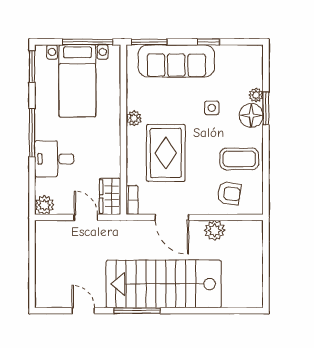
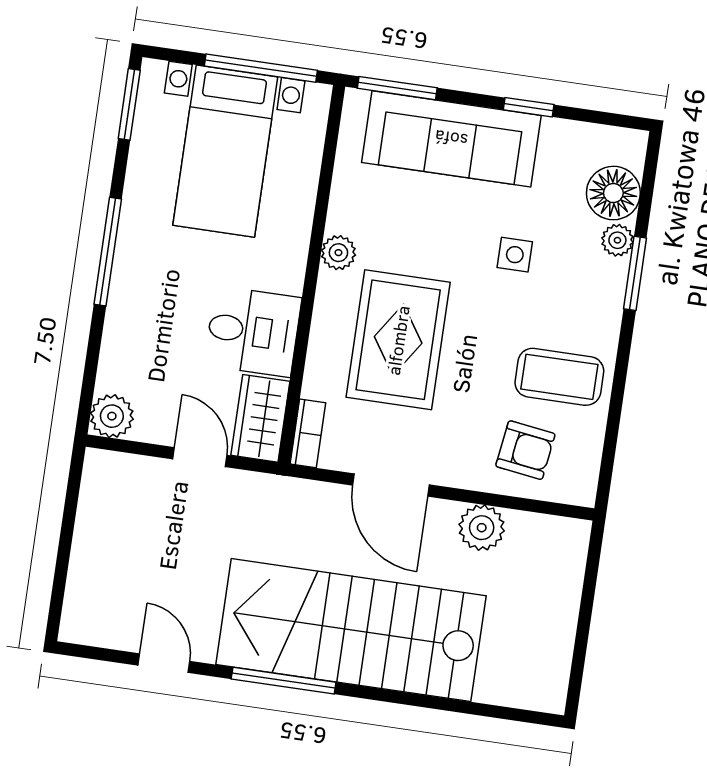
floor lamp: (251, 115) -> (613, 193), moved
desk: (54, 159) -> (253, 331), moved, turned 180

